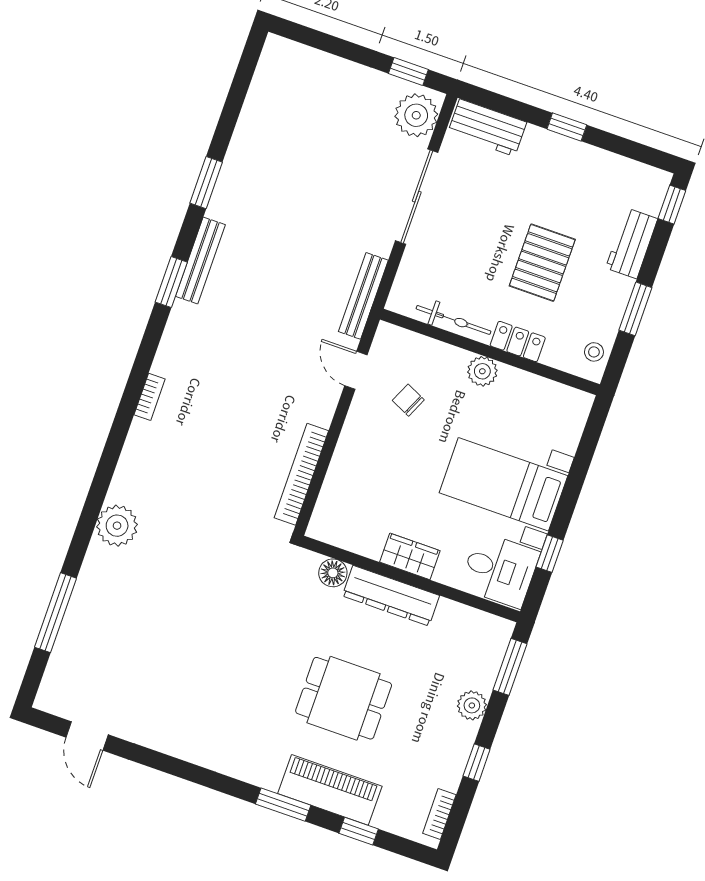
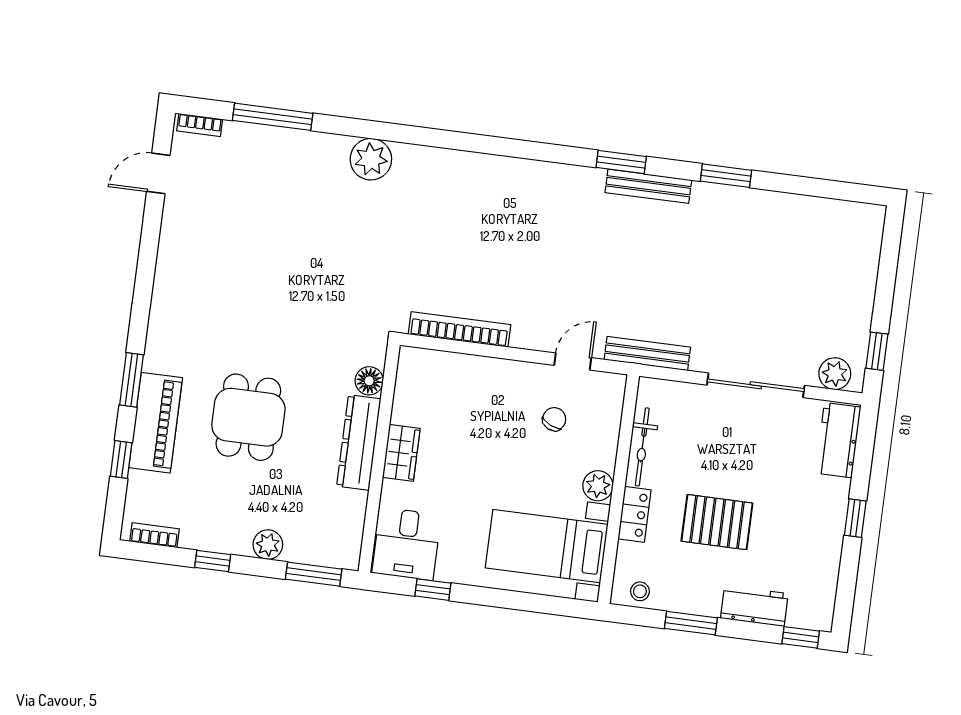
plant: (416, 115) -> (835, 374), width x0.73, depth x0.73
bookcase: (150, 397) -> (200, 125), moved
bed with nightstands: (503, 484) -> (547, 546), moved, turned -90

